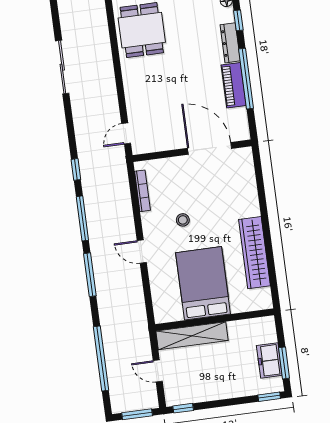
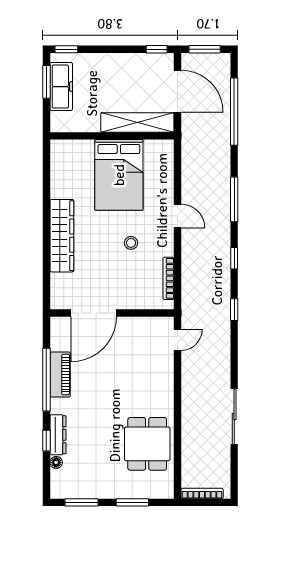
dresser: (230, 43) -> (58, 435), moved
door: (210, 148) -> (94, 313), hinge flipped
window: (82, 218) -> (234, 258), width x0.46
wardrobe: (254, 253) -> (62, 236), moved
freezer: (269, 360) -> (61, 87), width x1.40
door: (158, 371) -> (177, 91), width x1.88

